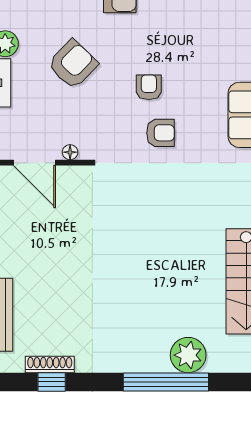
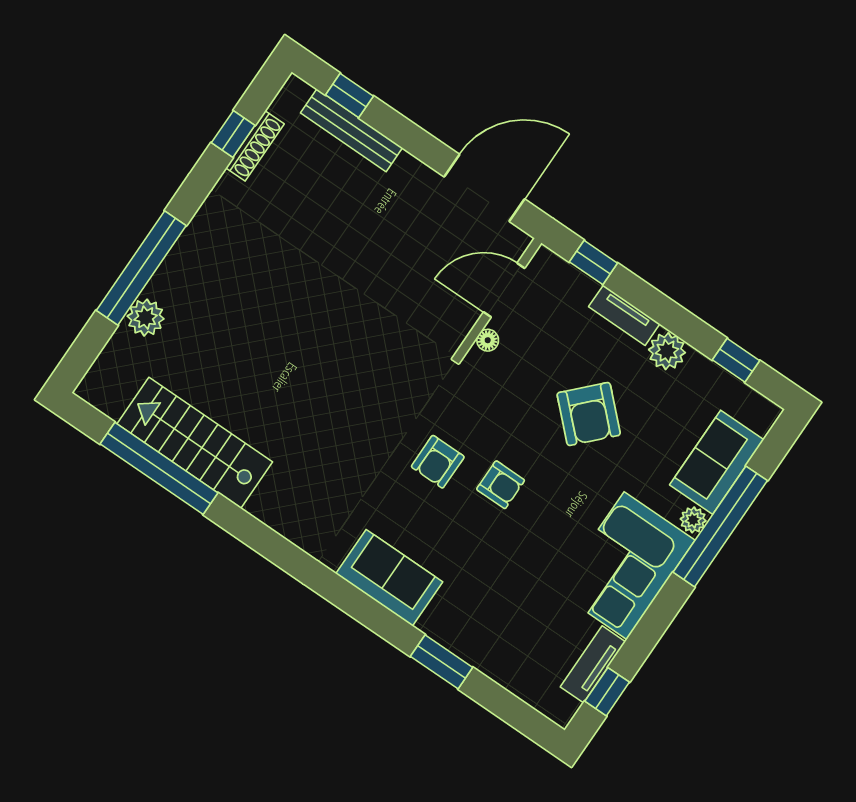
plant: (188, 355) -> (146, 318), width x0.73, depth x0.73

